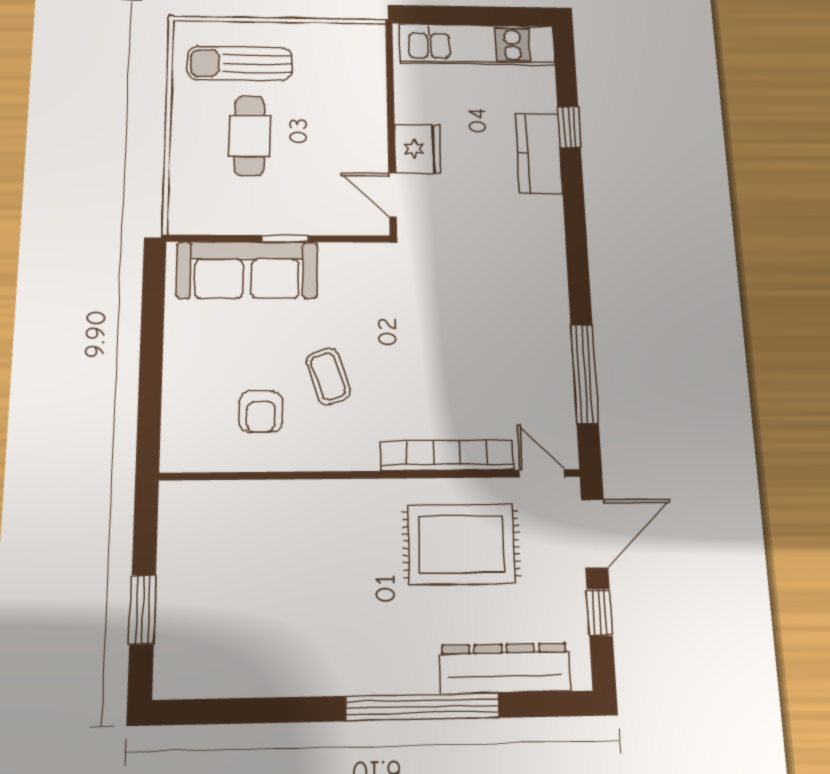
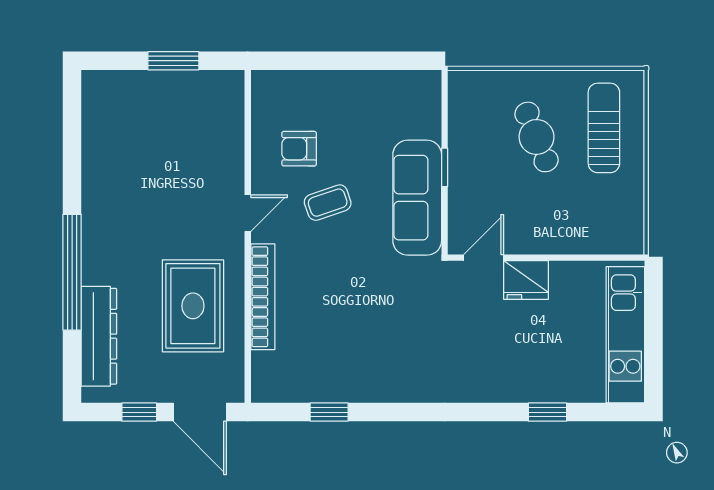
cafe table: (249, 136) -> (537, 137), turned 68
kitchen counter: (539, 154) -> (523, 385), removed
sofa: (247, 270) -> (417, 198), moved
window: (585, 374) -> (329, 412), width x0.46
door: (542, 473) -> (248, 213), moved
window: (143, 610) -> (173, 61), moved

